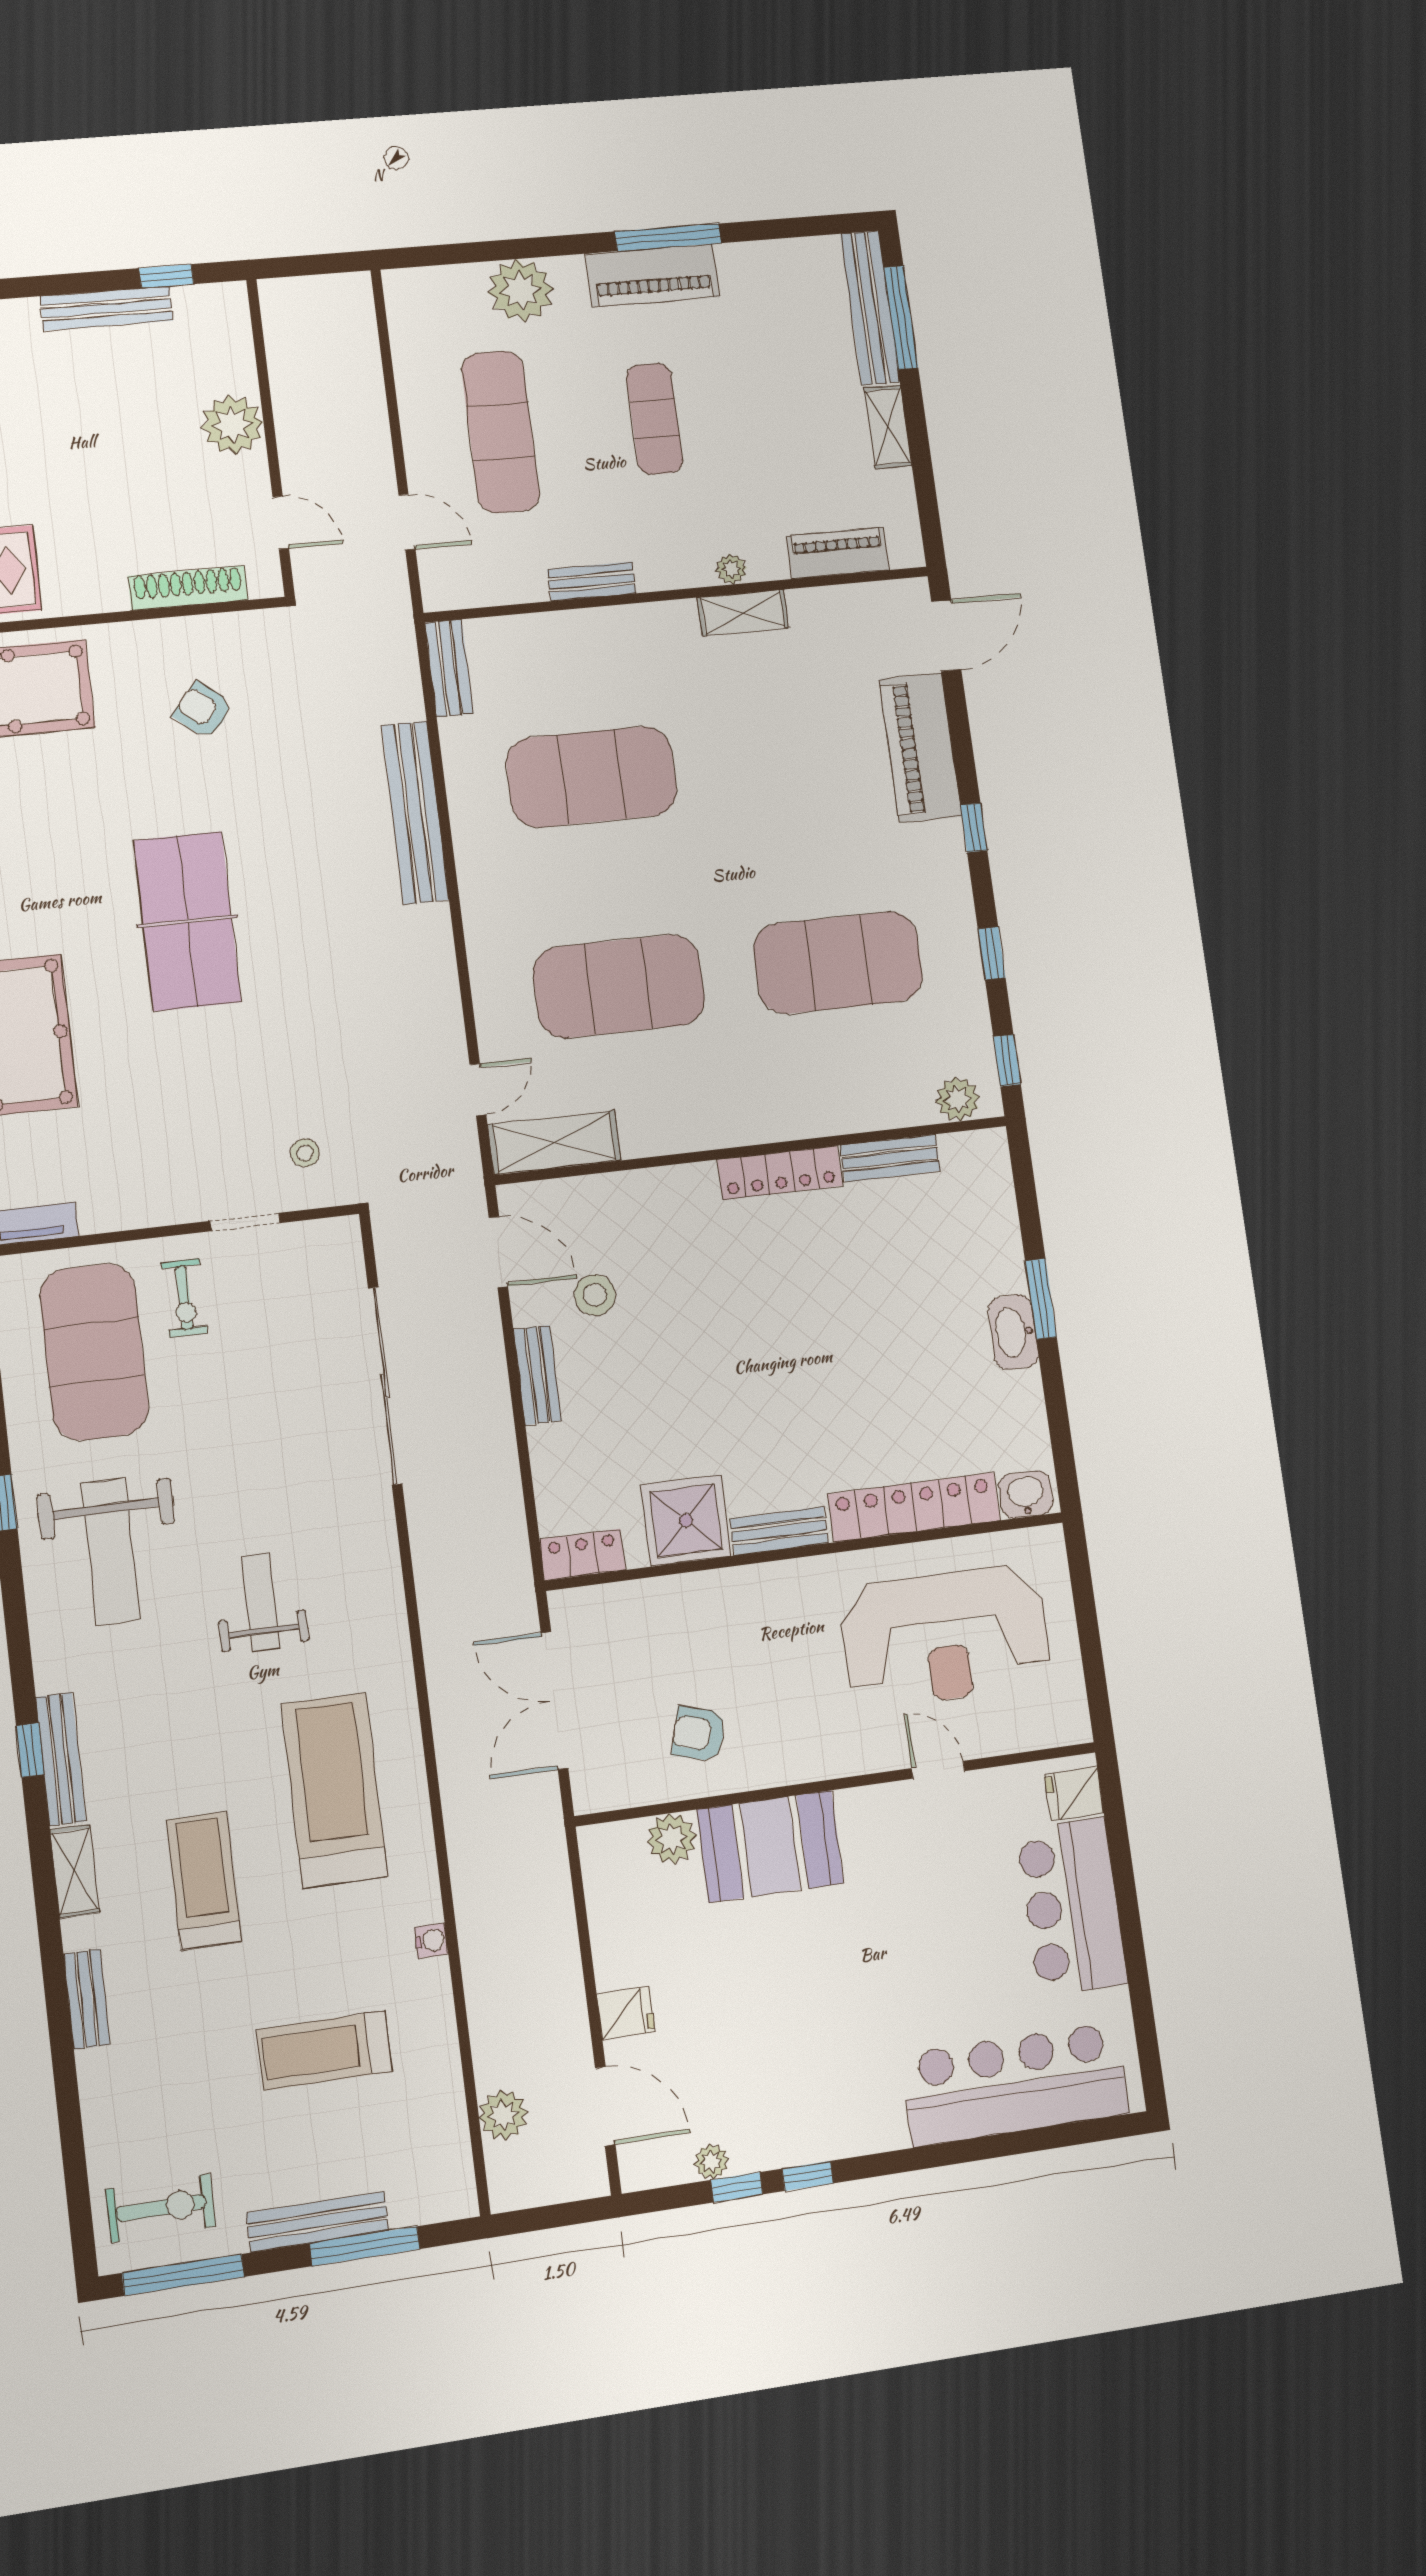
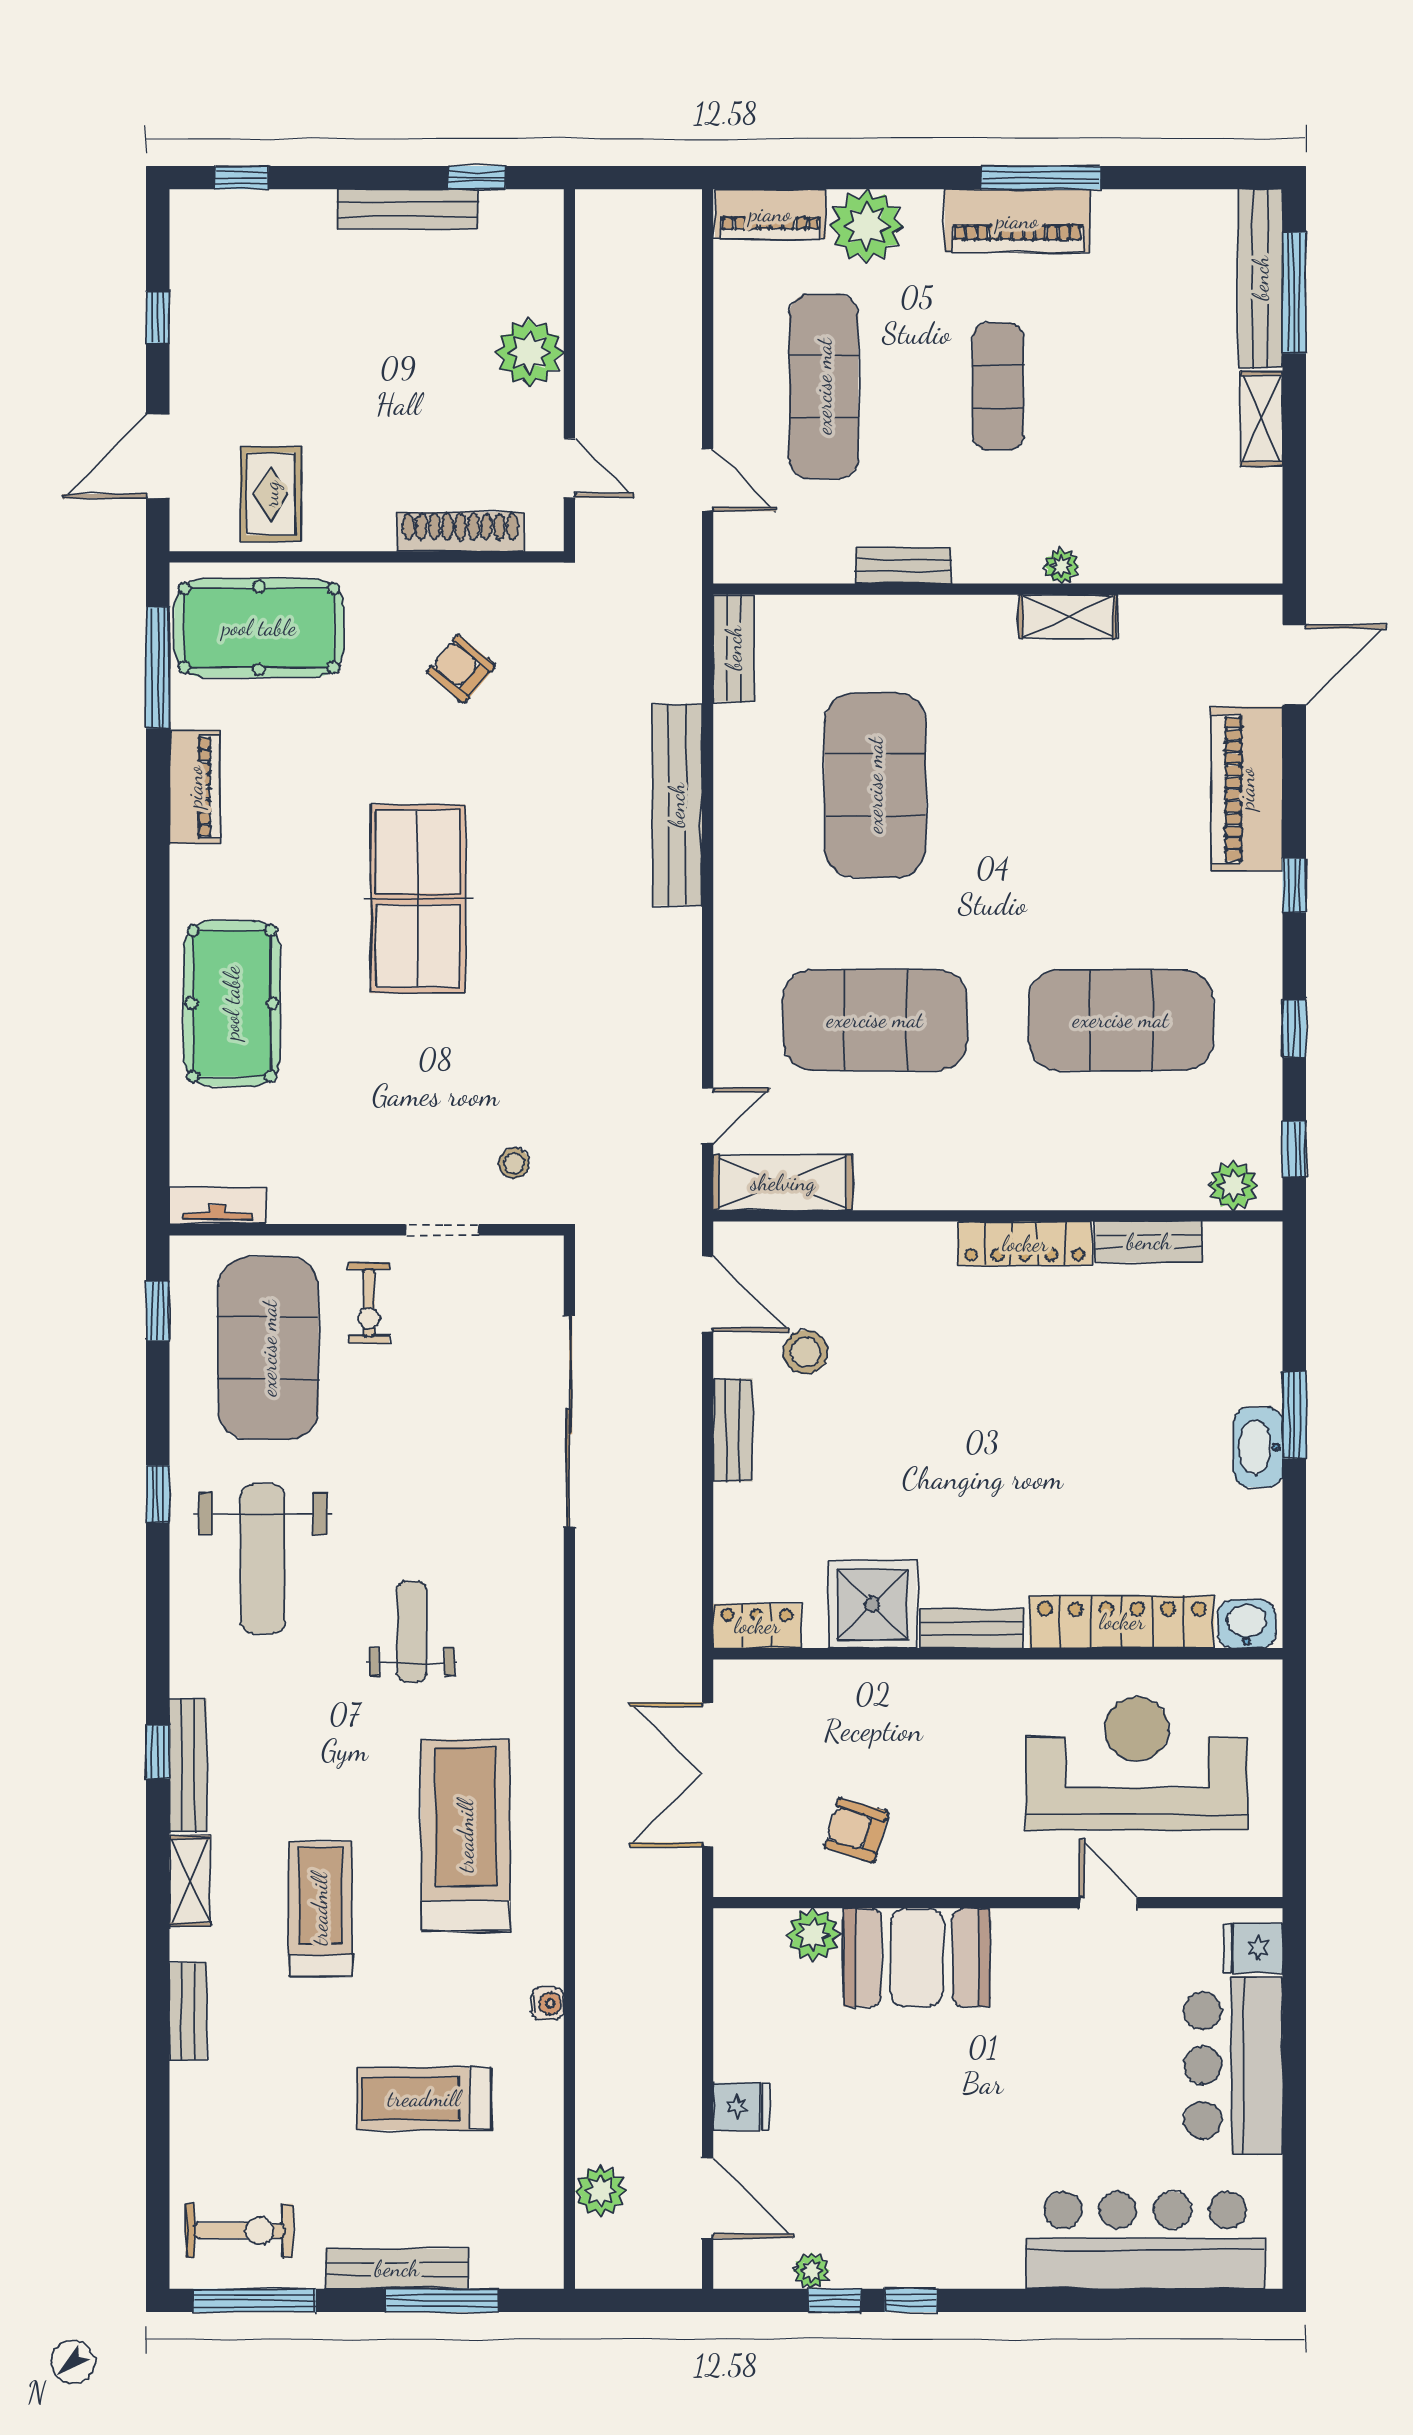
piano: (838, 553) -> (770, 214), moved, turned 180
exercise mat: (592, 777) -> (875, 785), turned 90
reception desk: (946, 1636) -> (1137, 1764), turned 180

